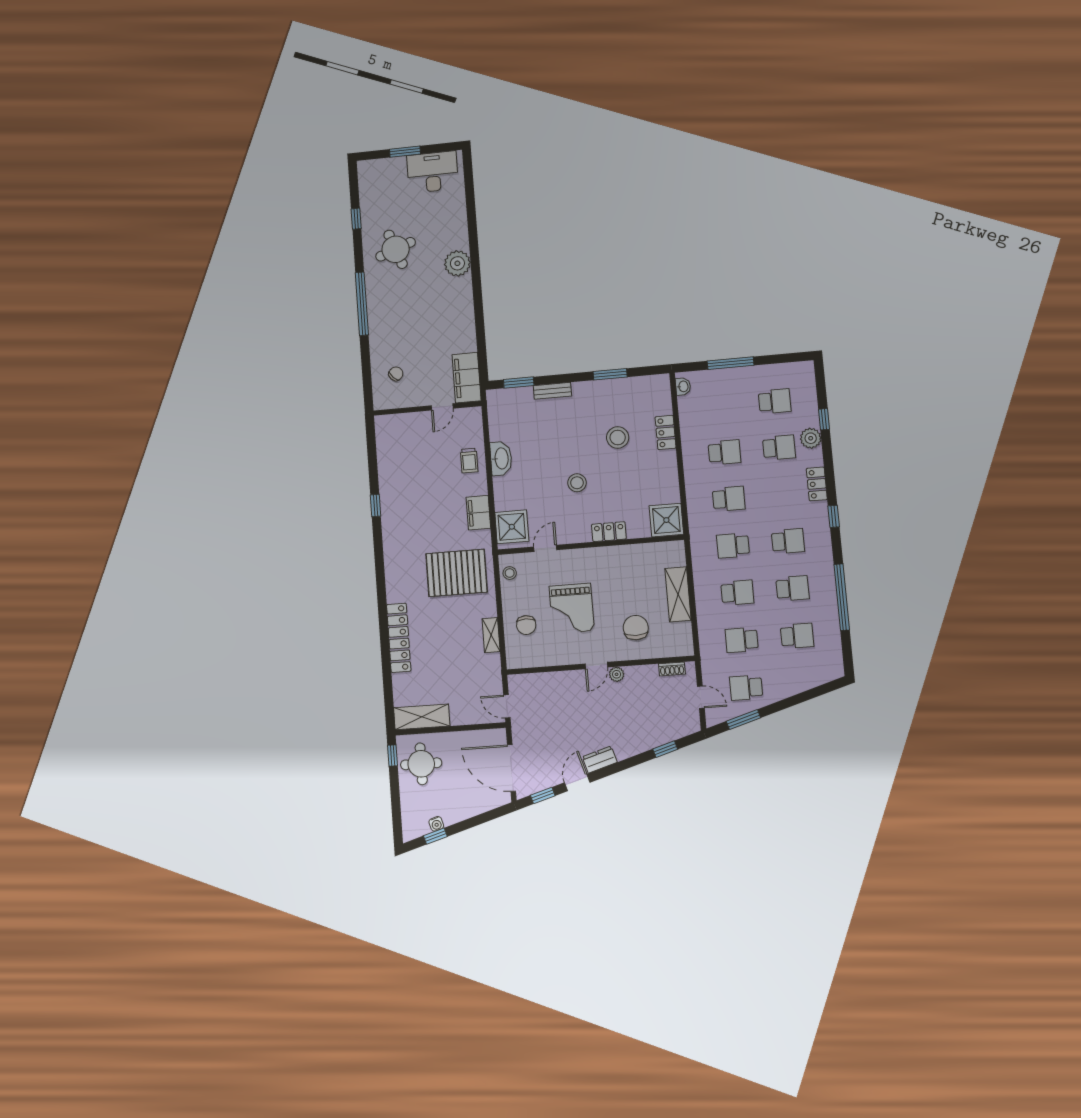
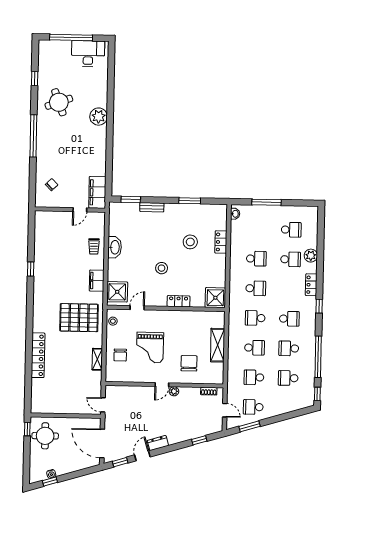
window: (405, 152) -> (71, 38), width x2.11
window: (824, 419) -> (317, 394), moved
school desk: (792, 588) -> (289, 348), turned 180
school desk: (797, 636) -> (288, 378), turned 180
shelving: (422, 717) -> (48, 407), removed

